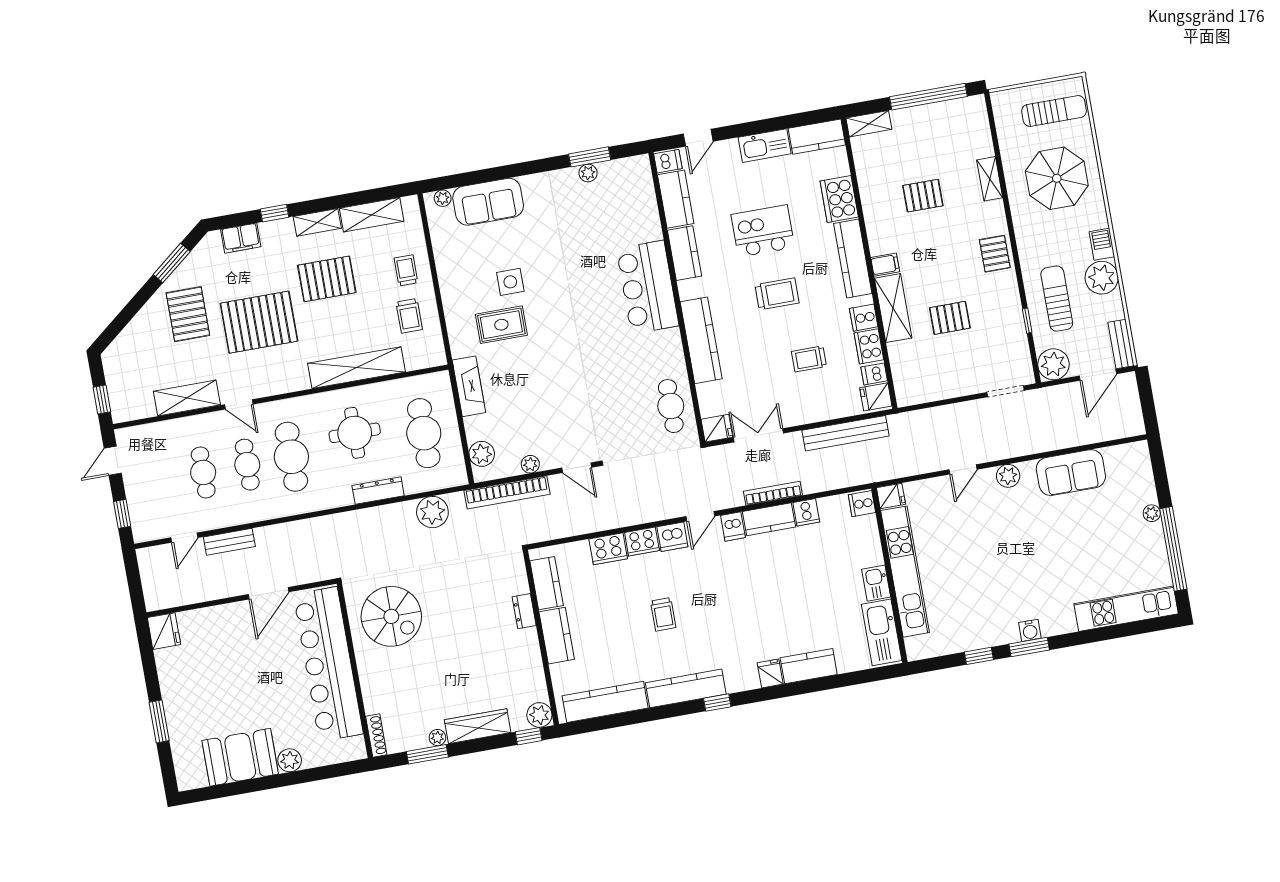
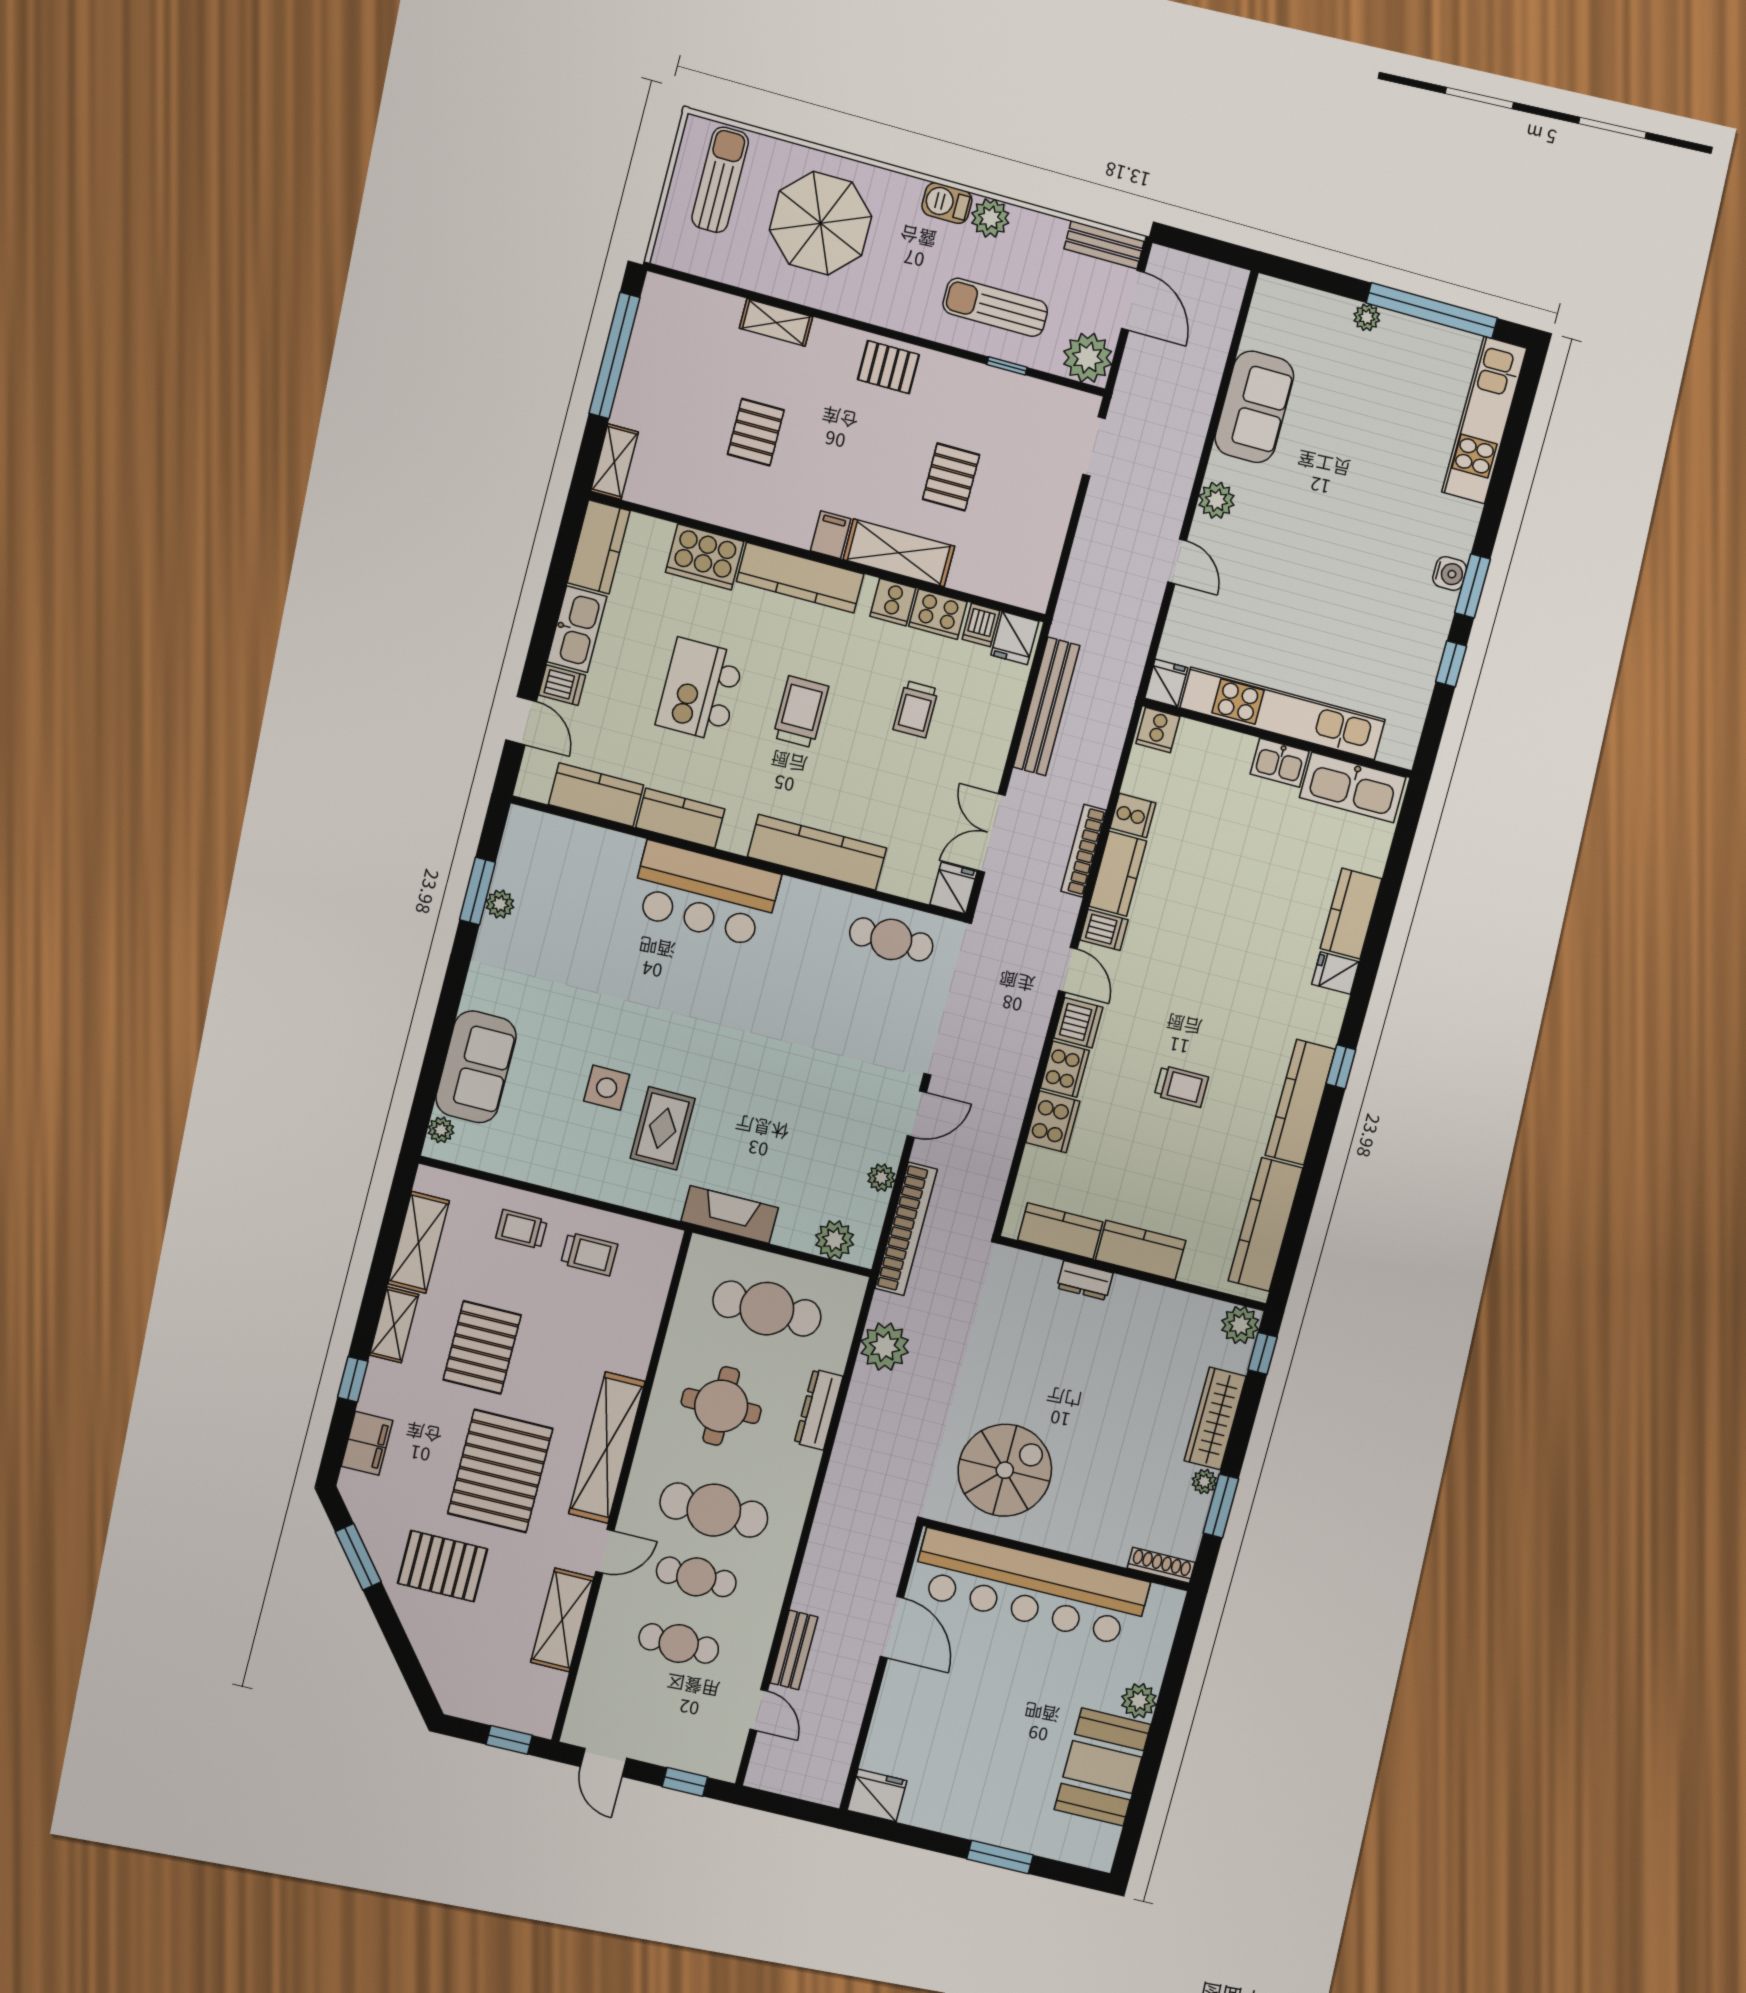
dishwasher: (668, 161) -> (562, 685), moved, turned 90
plant: (1102, 278) -> (990, 218), width x0.73, depth x0.73
shelving: (356, 368) -> (607, 1448), moved

